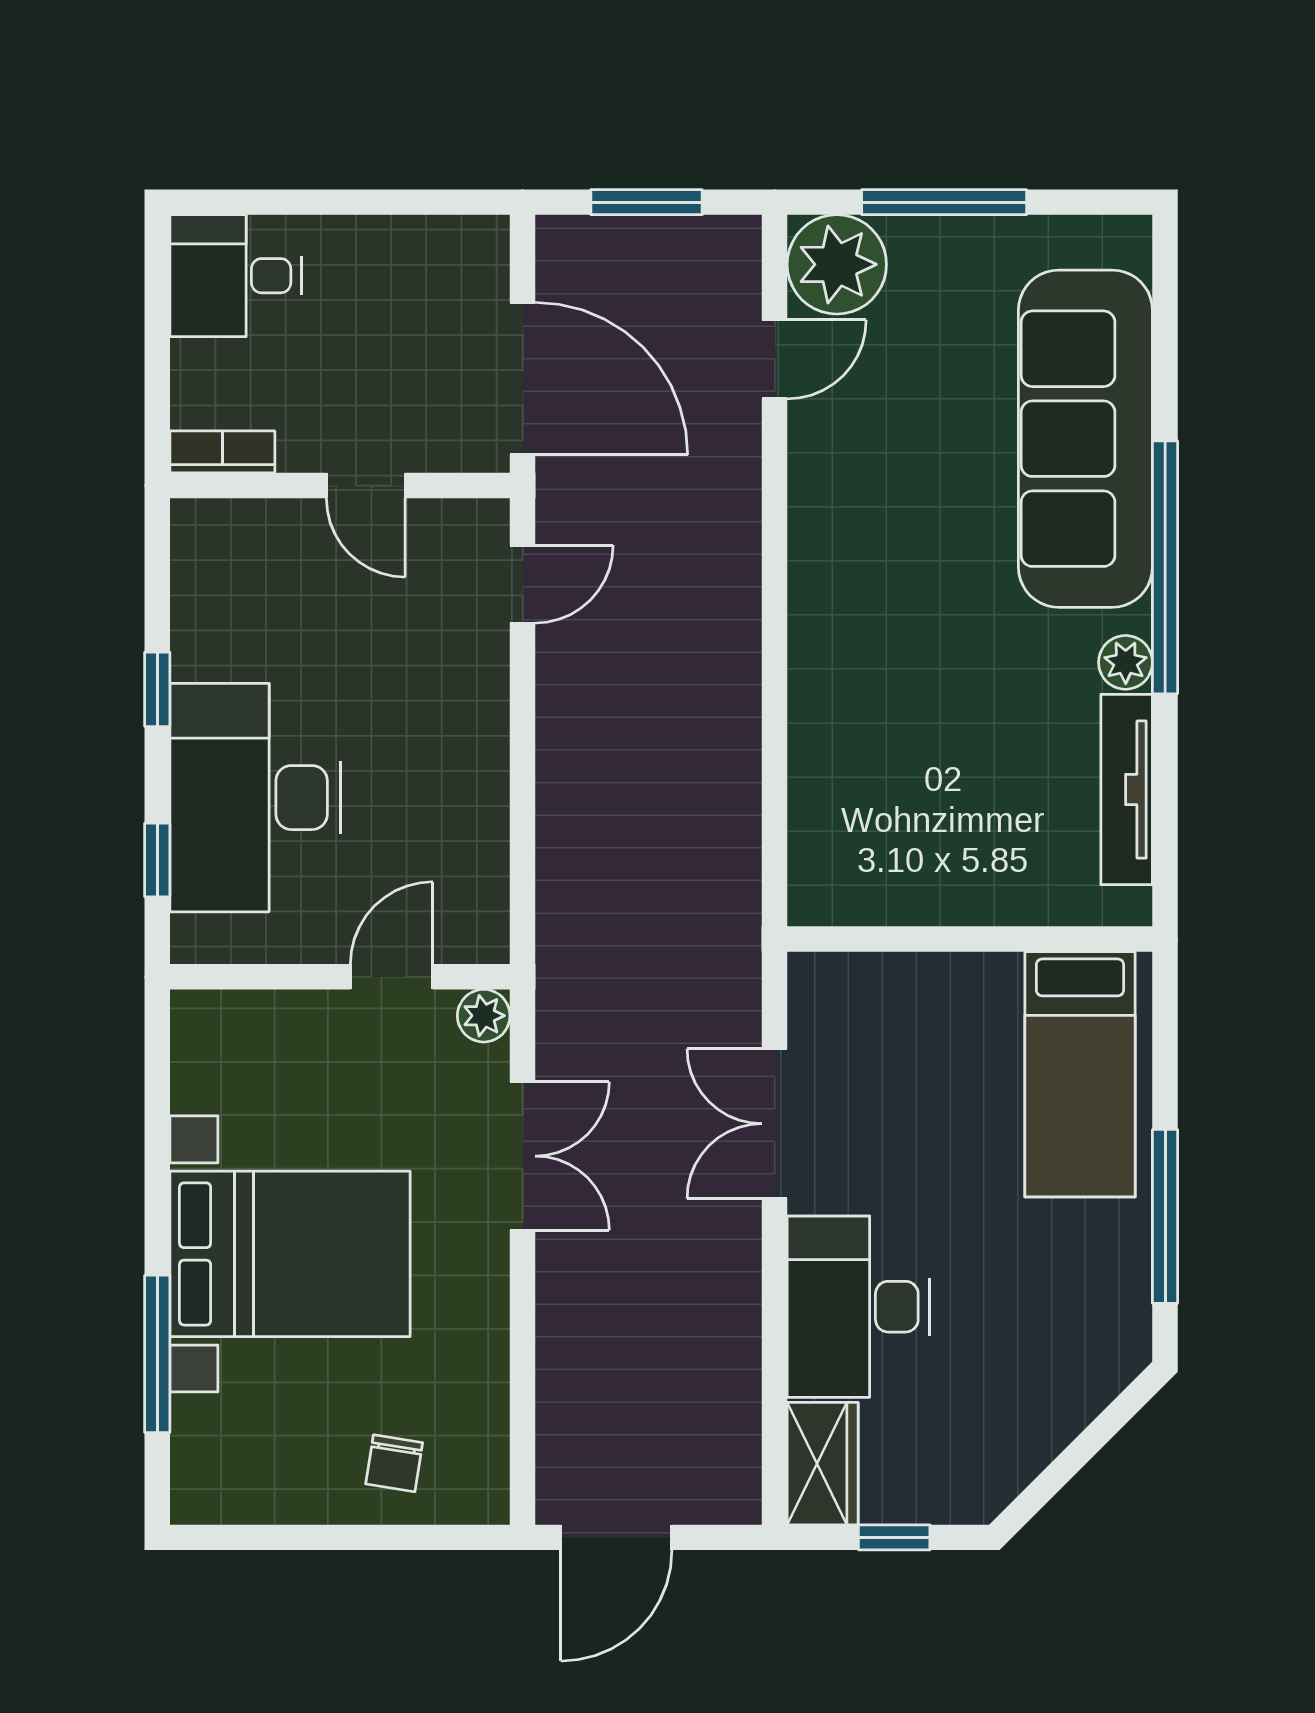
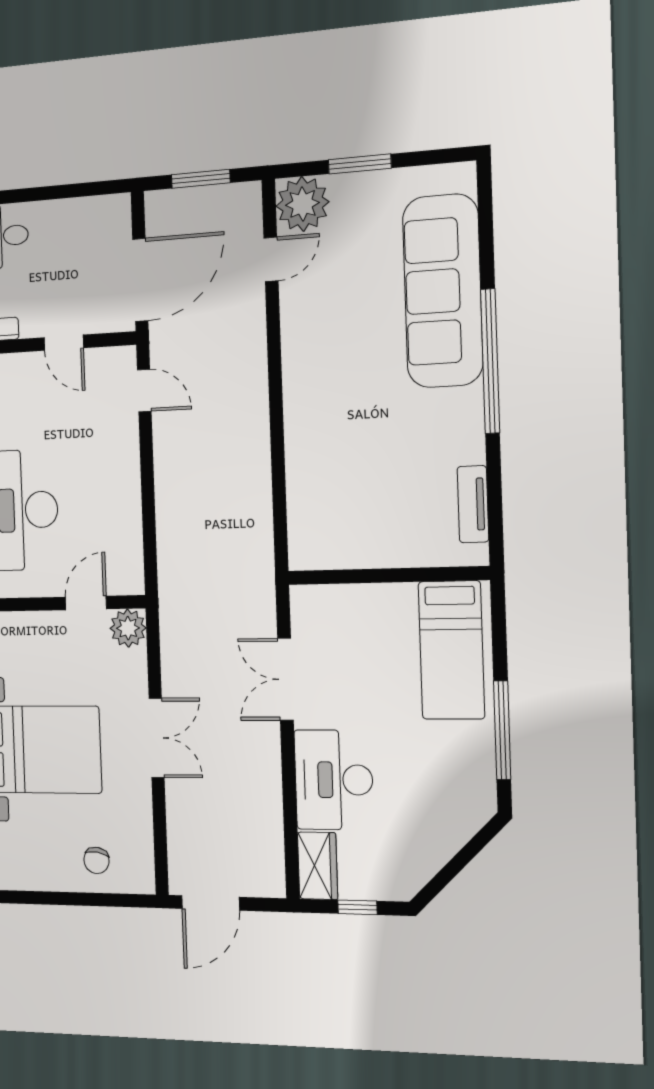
window: (944, 202) -> (360, 164), width x0.69
door: (523, 379) -> (140, 280), hinge flipped
door: (523, 584) -> (144, 391), hinge flipped
plant: (1126, 662) -> (469, 416), removed
tv unit: (1127, 789) -> (473, 504), width x0.71
plant: (484, 1016) -> (128, 628), width x1.38, depth x1.38
double door: (523, 1156) -> (157, 738), moved

